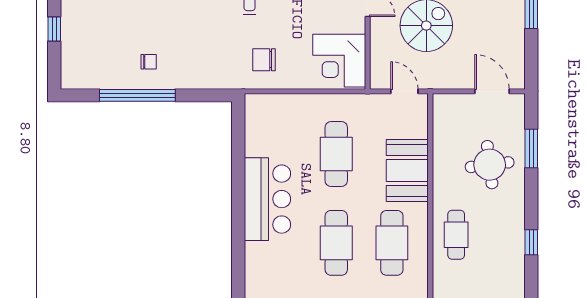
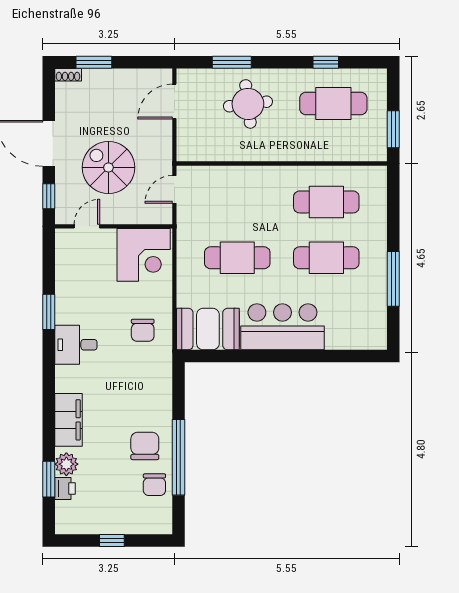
chair: (149, 62) -> (145, 446), width x1.87, depth x1.87
chair: (110, 71) -> (154, 485), added
booth: (407, 171) -> (208, 329), moved
cafe table: (456, 235) -> (333, 104), moved, width x1.37, depth x1.35

